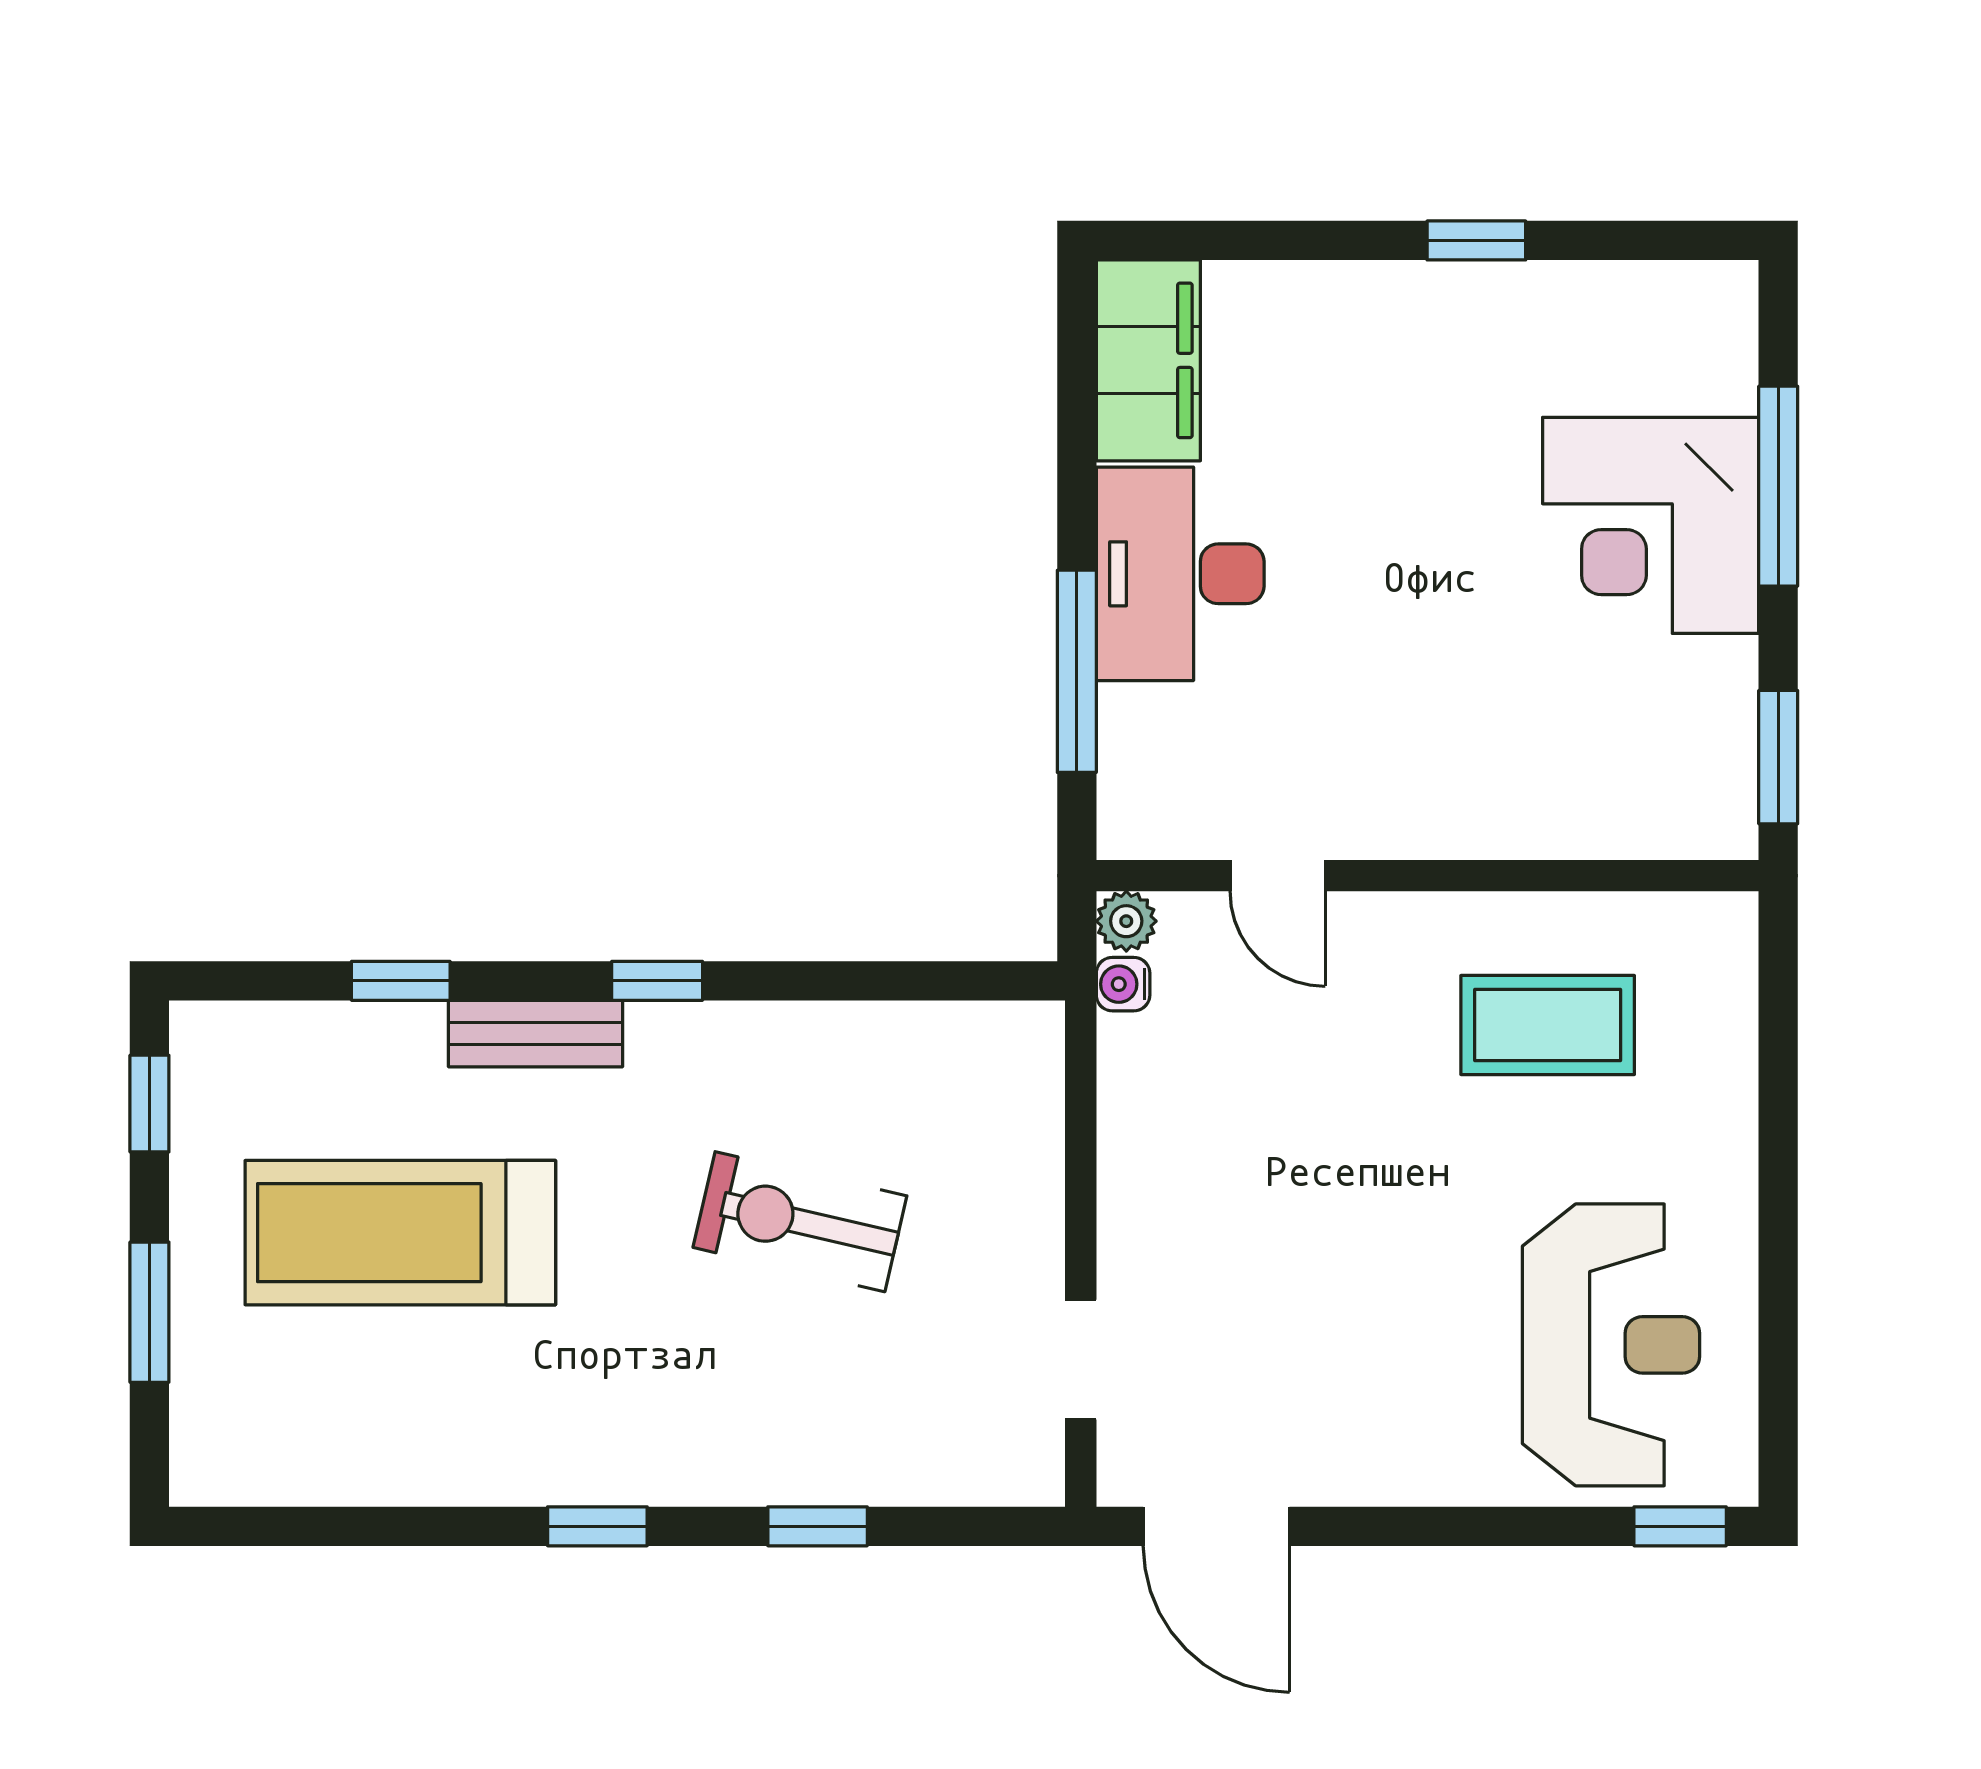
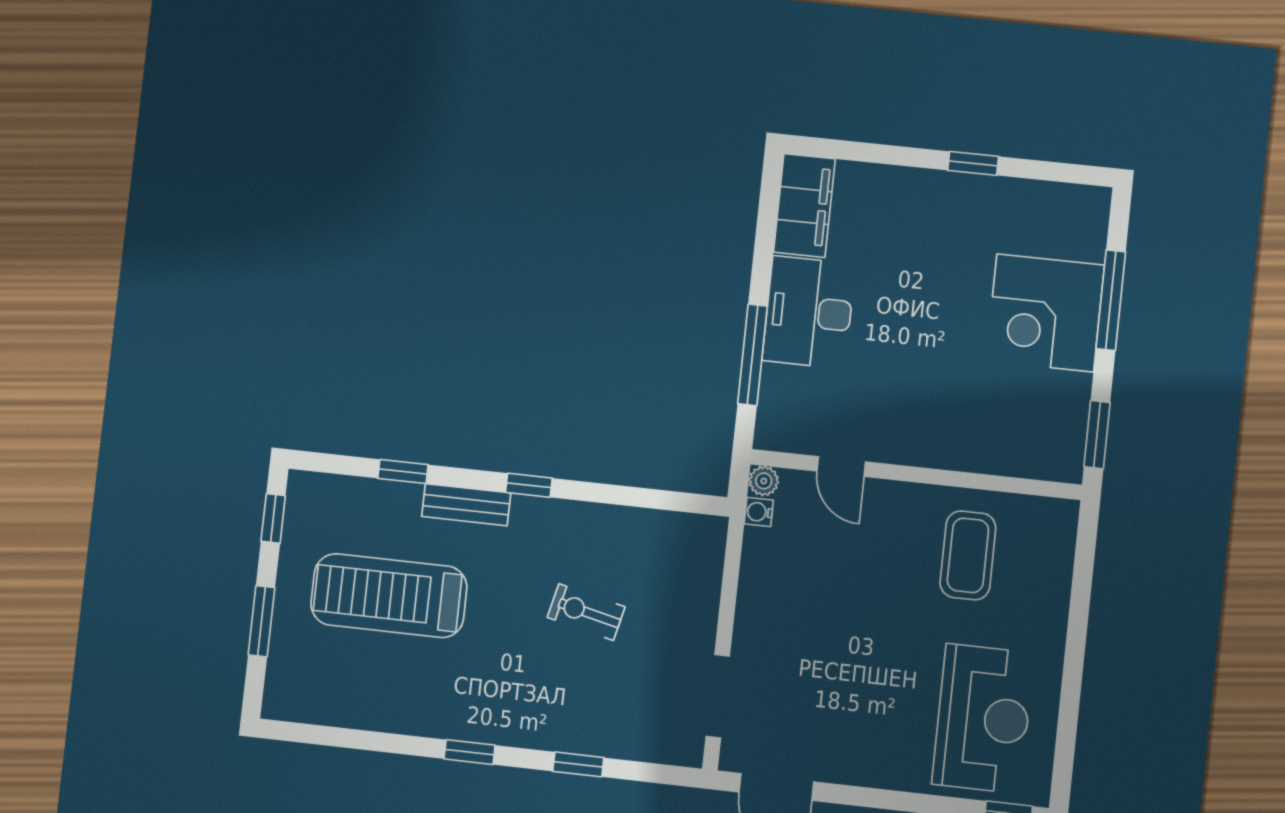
coffee table: (1548, 1025) -> (968, 555), turned 90
exercise bike: (800, 1222) -> (586, 612), width x0.73, depth x0.72
doorway: (1081, 1360) -> (718, 696), width x1.38

